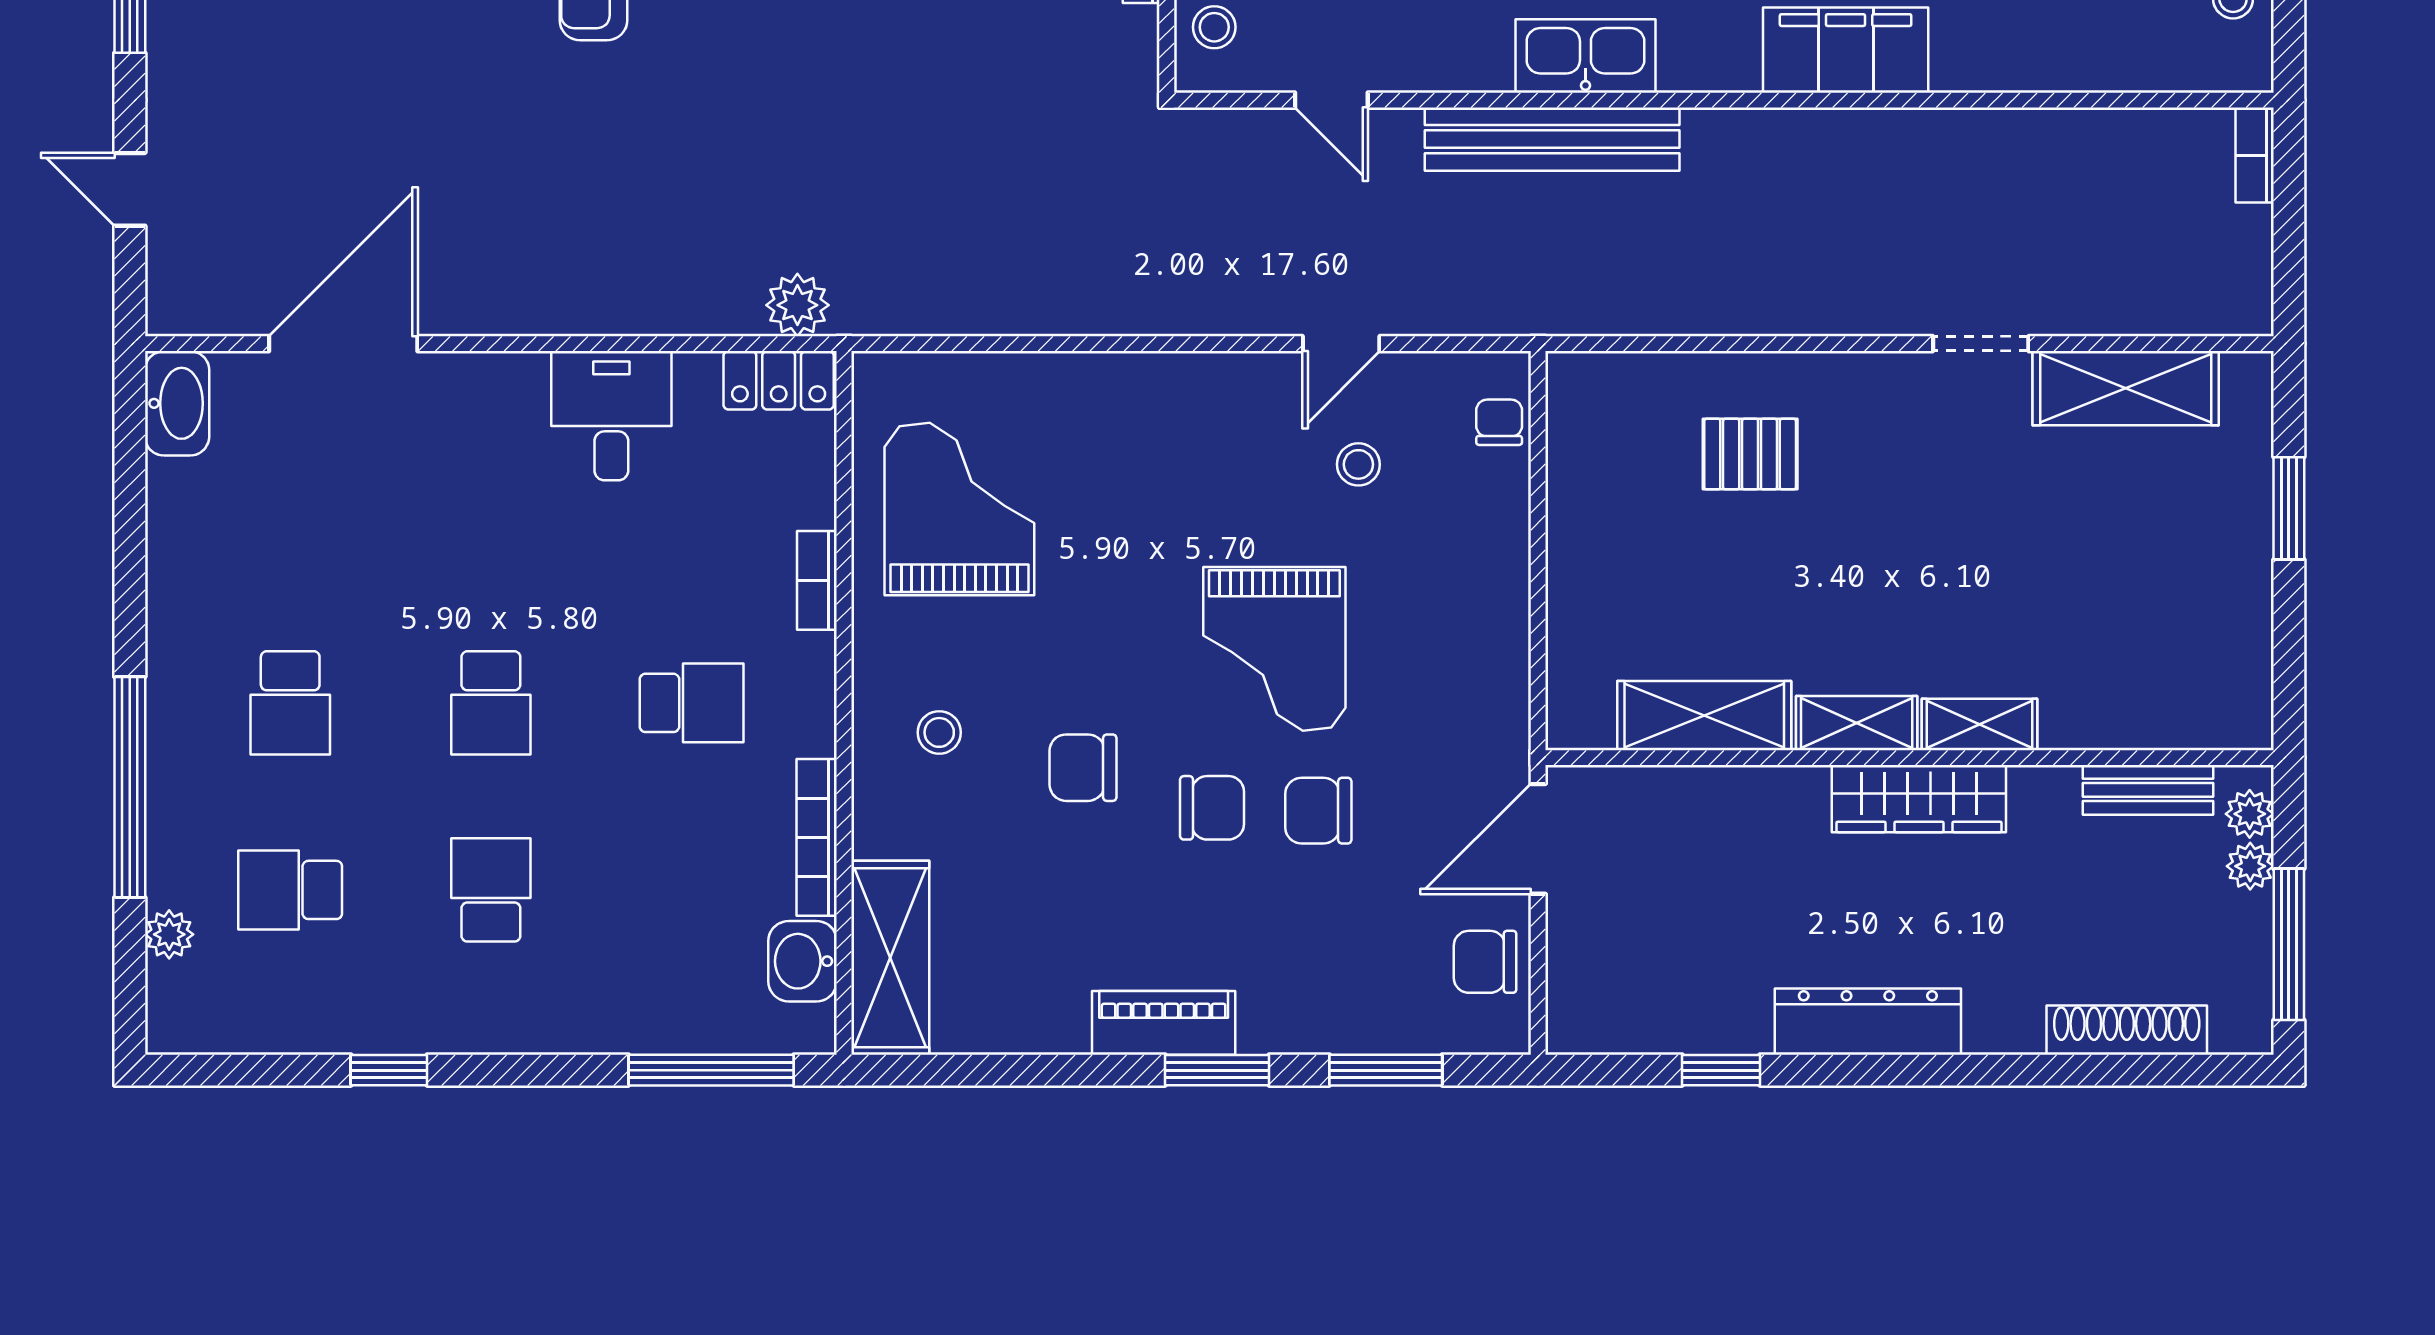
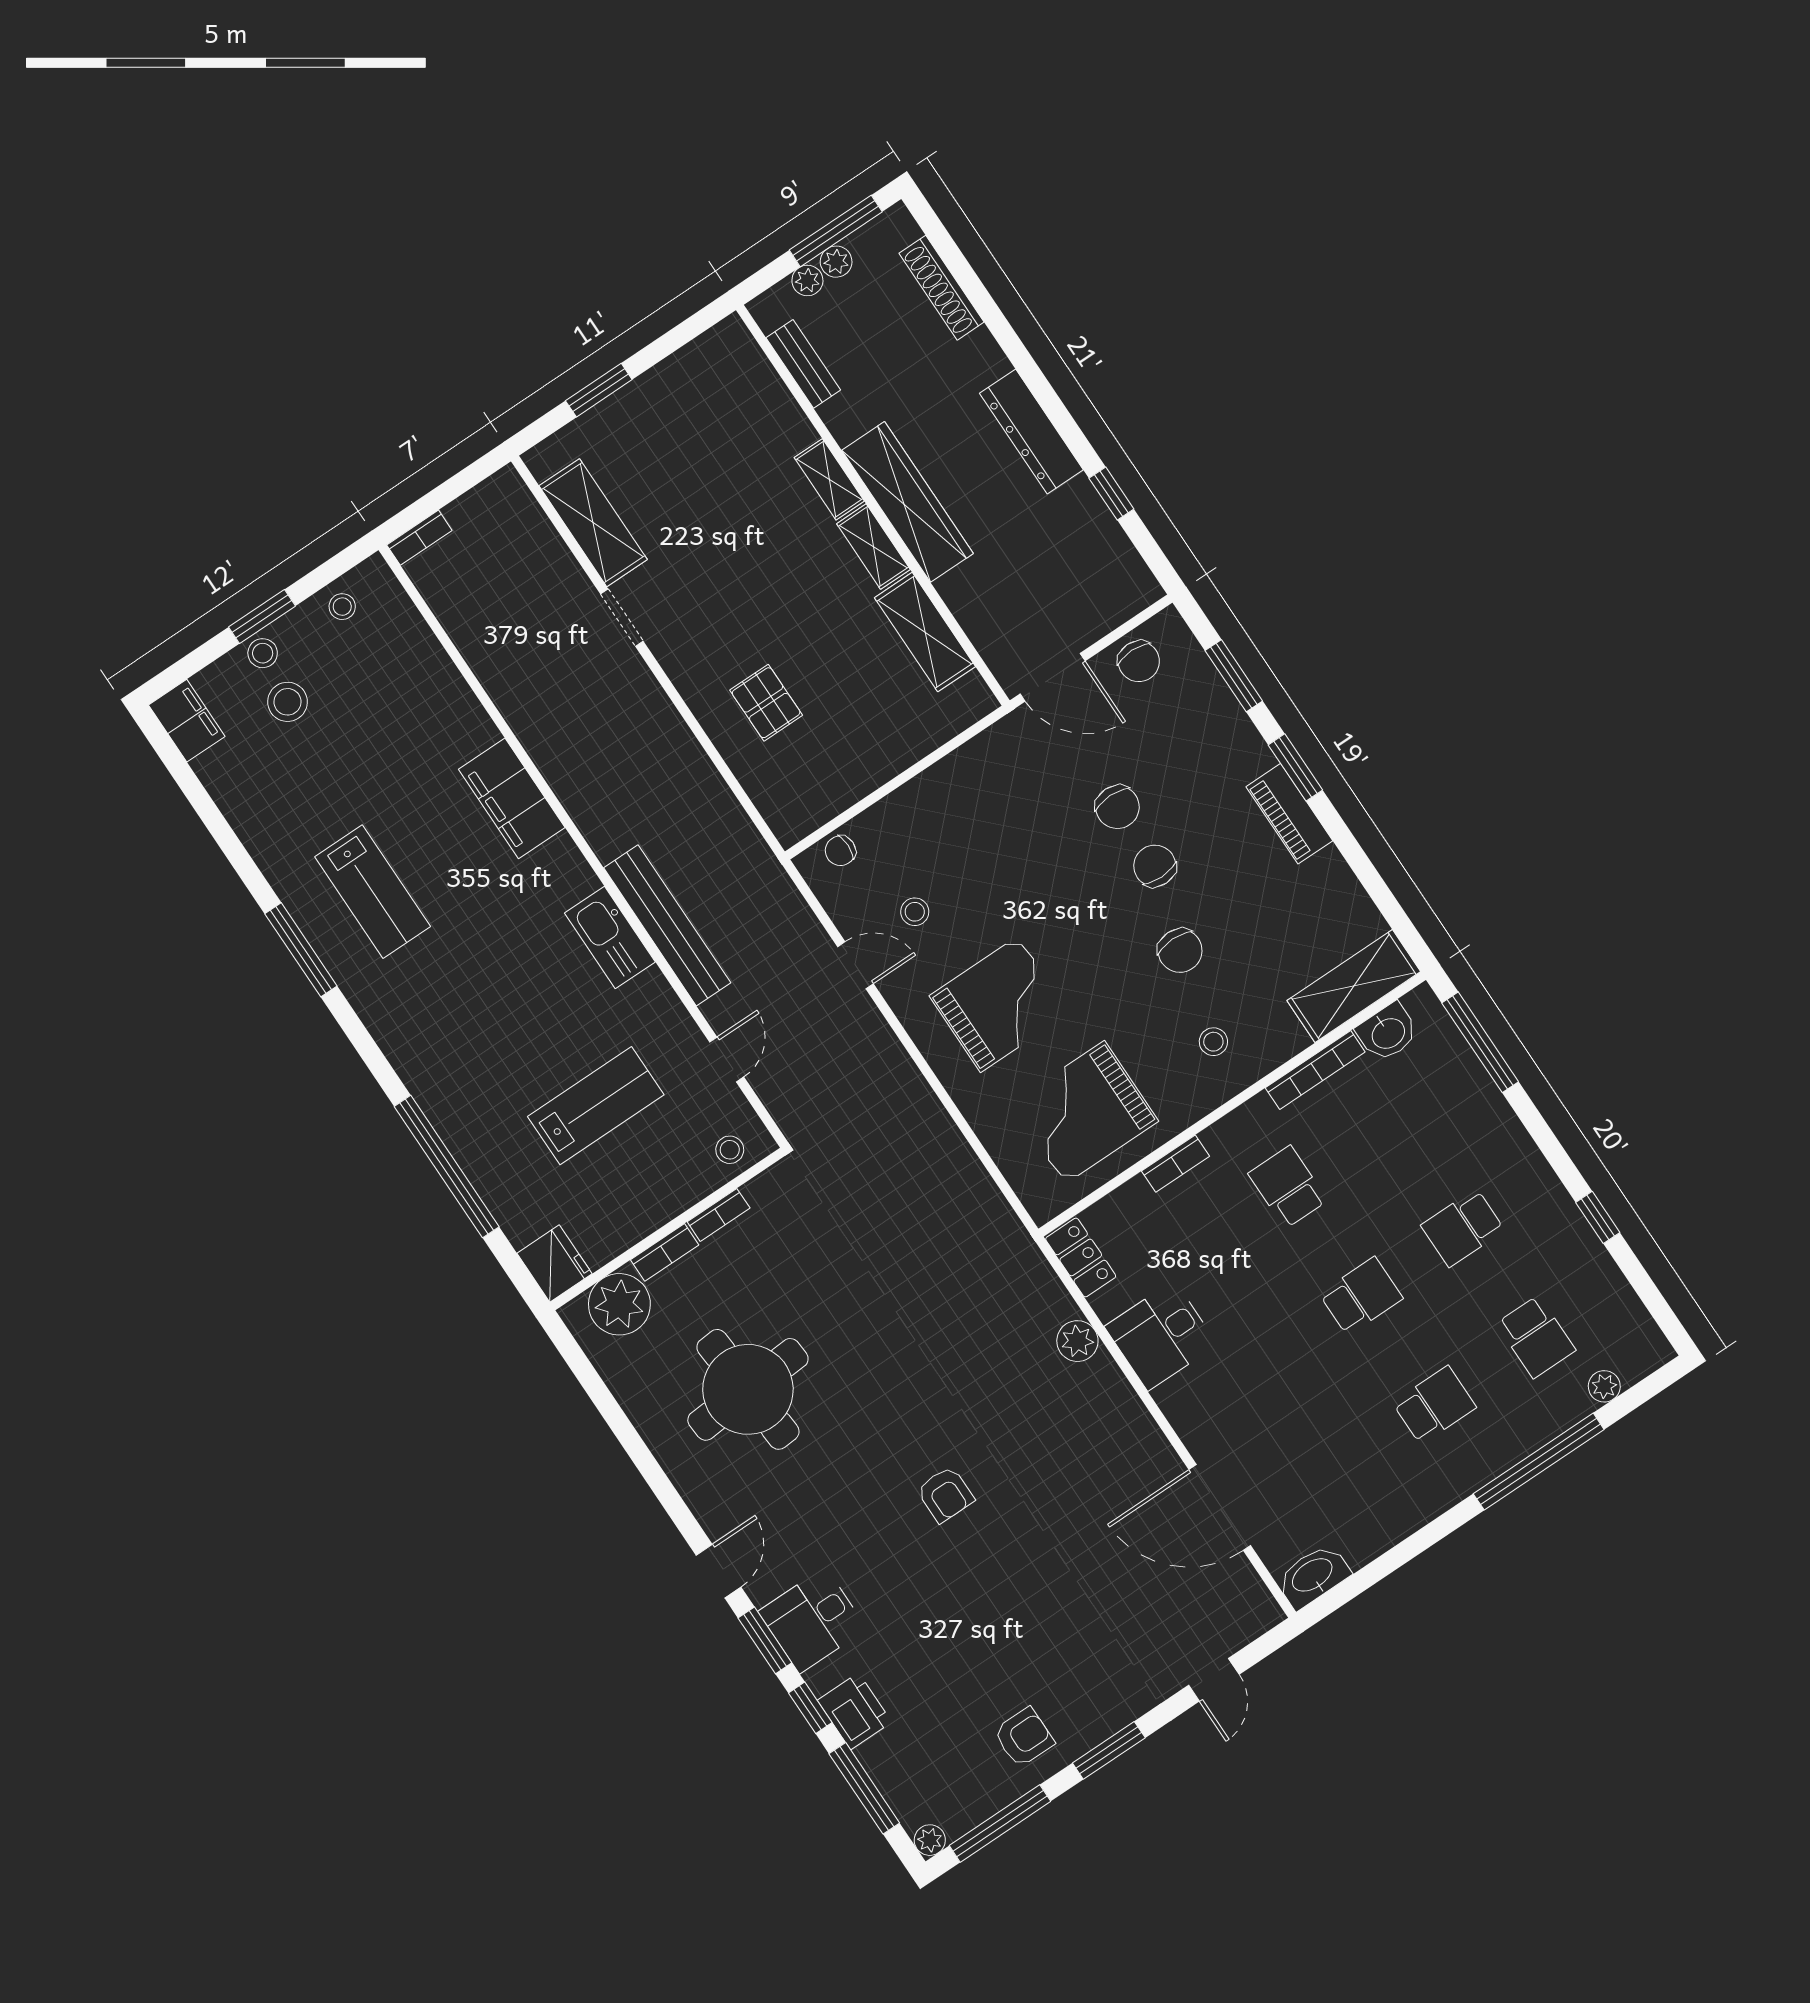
plant: (797, 305) -> (1077, 1341), moved
grand piano: (1274, 649) -> (999, 1004), moved
wardrobe: (1919, 799) -> (907, 502), width x1.40, depth x1.17
plant: (2250, 814) -> (836, 262), moved

